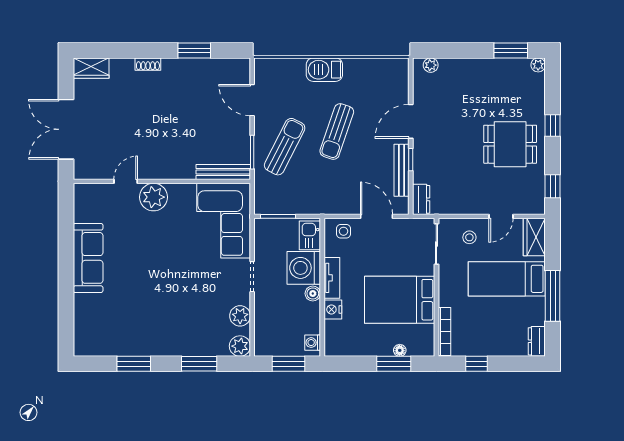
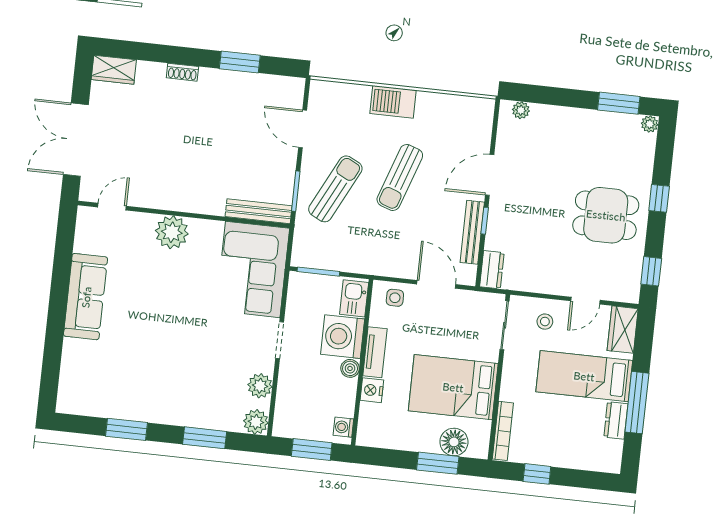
door: (126, 181) -> (112, 207), moved
dresser: (537, 341) -> (616, 420), moved
floor lamp: (400, 350) -> (454, 442), width x1.89, depth x1.89

